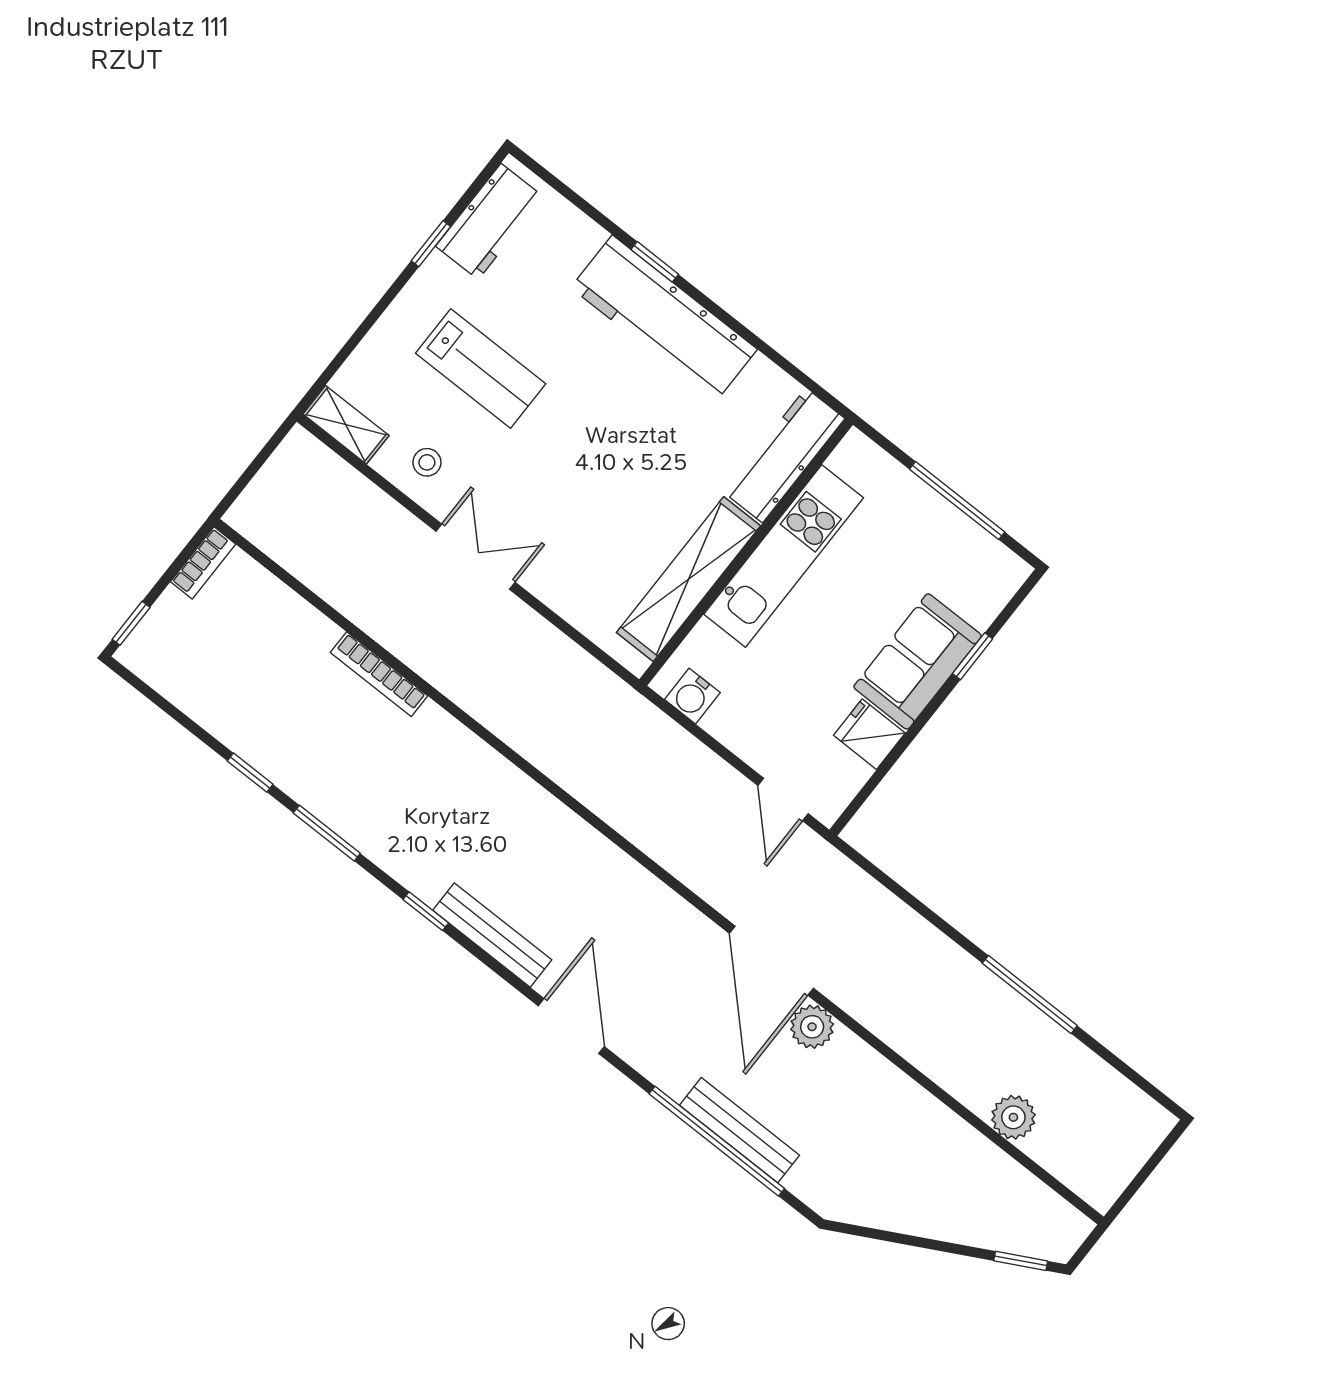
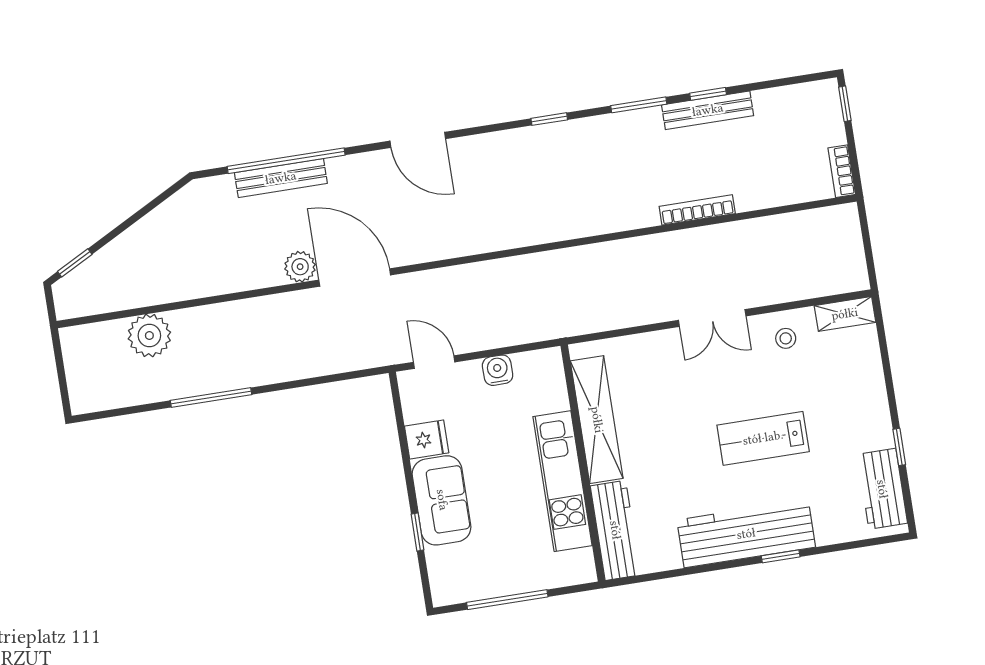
lab bench: (481, 368) -> (763, 438), moved
water cooler: (692, 696) -> (498, 370), moved
bench: (492, 935) -> (708, 110), moved
plant: (1013, 1117) -> (149, 336), width x1.36, depth x1.36

